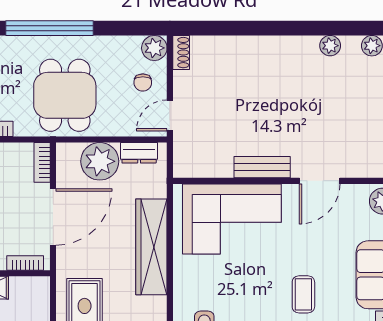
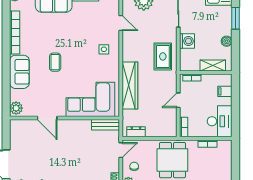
plant: (100, 161) -> (155, 128), removed
bench: (262, 167) -> (106, 125), moved
door: (320, 181) -> (47, 118), swing flipped
door: (53, 217) -> (178, 100), width x0.53

